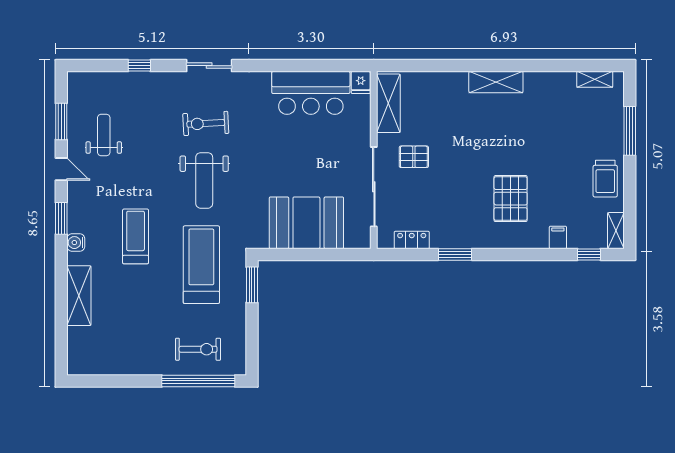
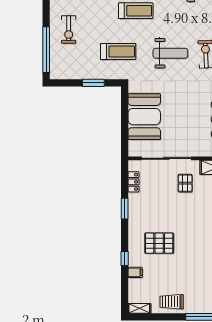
weight bench: (204, 180) -> (170, 53), turned 180
window: (589, 254) -> (125, 259), moved
treadmill: (201, 265) -> (118, 51), width x0.73, depth x0.73
window: (252, 285) -> (93, 83), moved
exercise bike: (198, 349) -> (69, 30), moved

